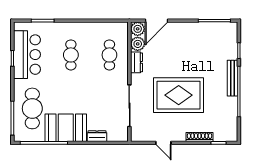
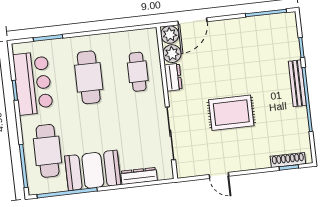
cafe table: (71, 55) -> (89, 77), width x1.37, depth x1.35
rug: (179, 95) -> (231, 113), width x0.73, depth x0.69
dresser: (97, 136) -> (139, 176), width x1.44
shoe rack: (200, 137) -> (288, 160), moved

